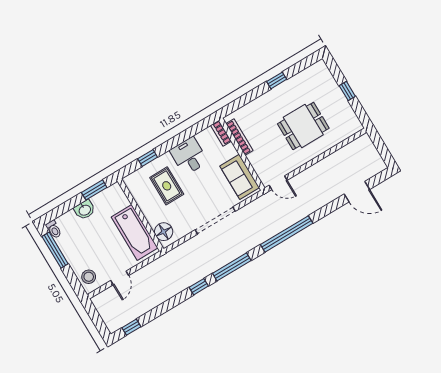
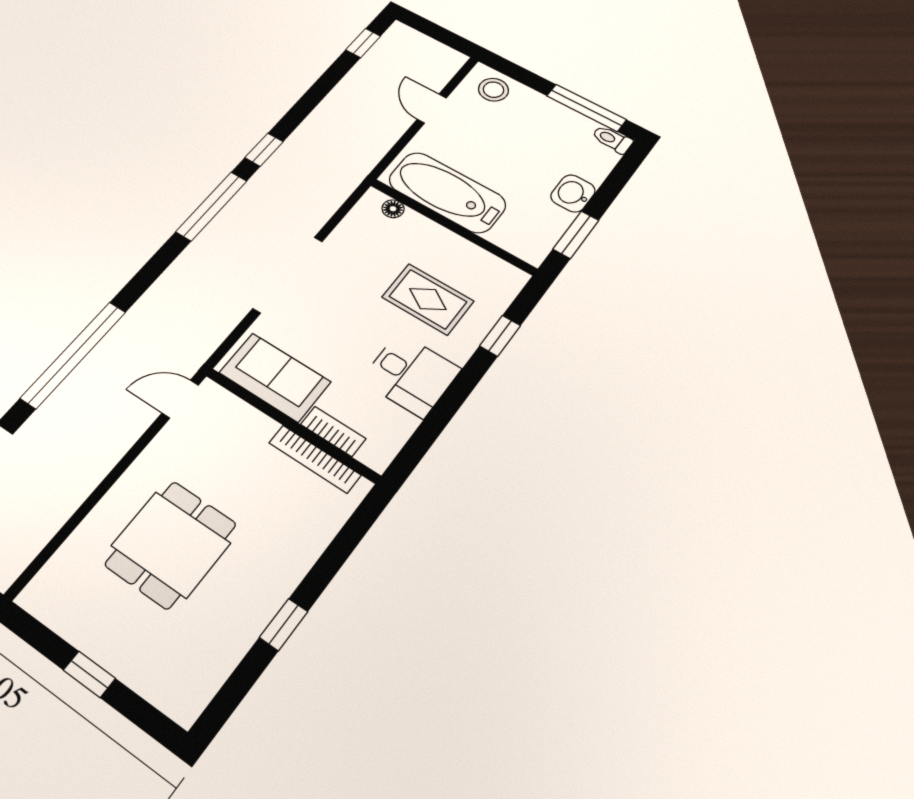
bookcase: (221, 133) -> (333, 431), moved
floor lamp: (164, 232) -> (393, 209), width x0.53, depth x0.53
window: (287, 234) -> (74, 355), moved

